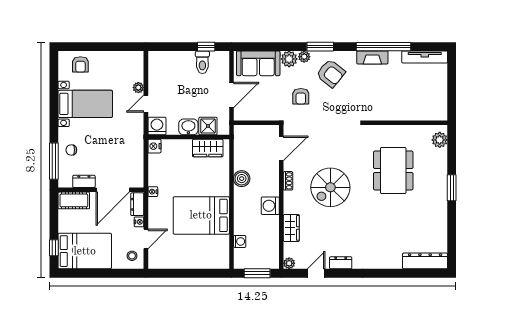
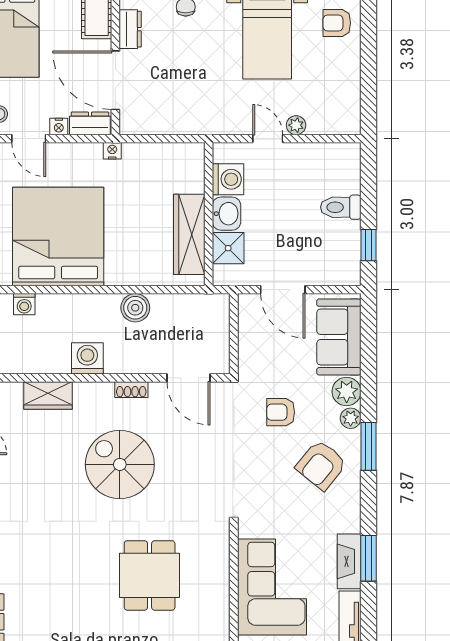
window: (383, 47) -> (368, 558), width x0.47
fireplace: (372, 57) -> (349, 561), moved
toilet: (202, 62) -> (341, 207), moved
corner sofa: (400, 101) -> (272, 587), added
washing machine: (157, 126) -> (228, 179), moved
nightstand: (154, 146) -> (193, 154), removed
wardrobe: (208, 148) -> (189, 234), width x1.50
dining table: (393, 170) -> (150, 575), width x0.73
bed: (201, 215) -> (58, 236), width x1.36

